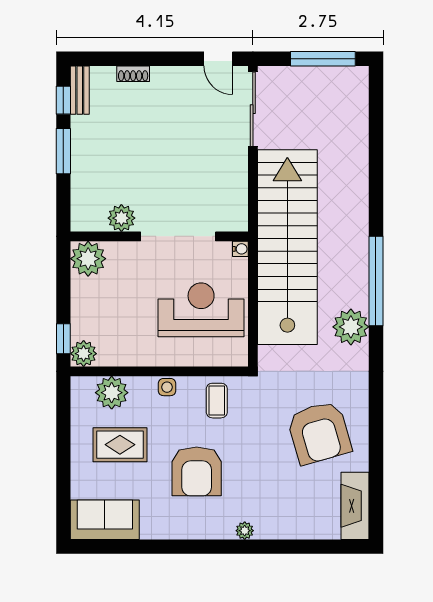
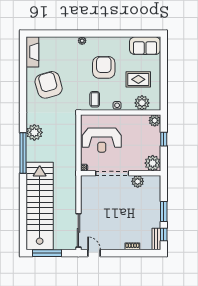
stairs: (287, 247) -> (40, 206), moved, turned 180
window: (63, 339) -> (164, 139), moved

